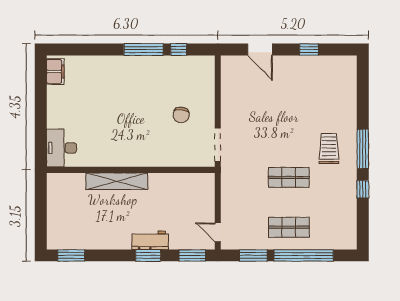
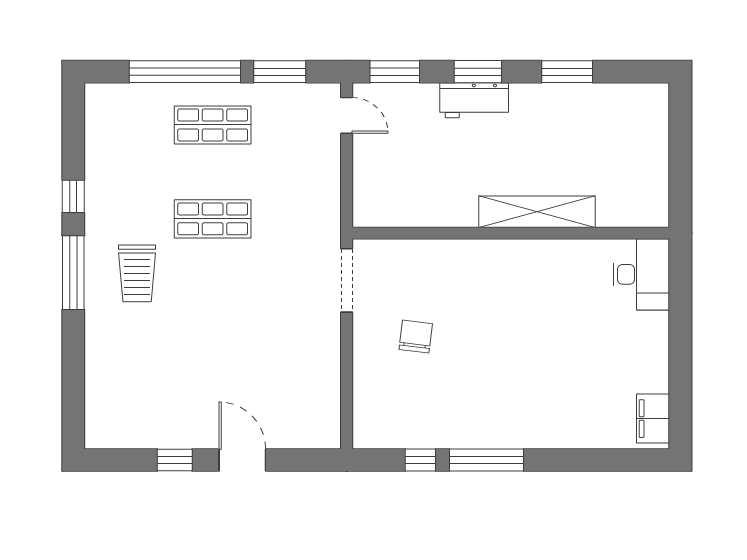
door: (260, 49) -> (242, 460), moved
window: (71, 255) -> (567, 72), moved

